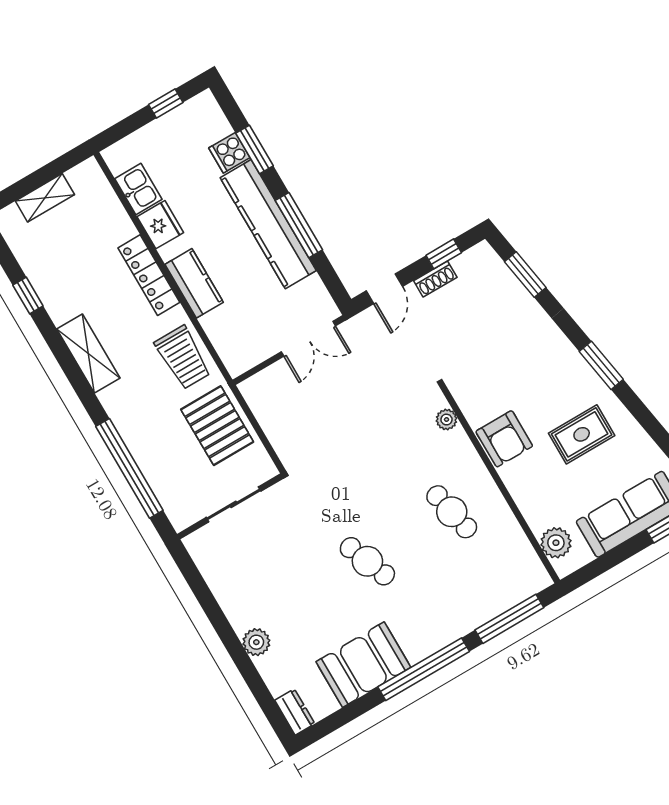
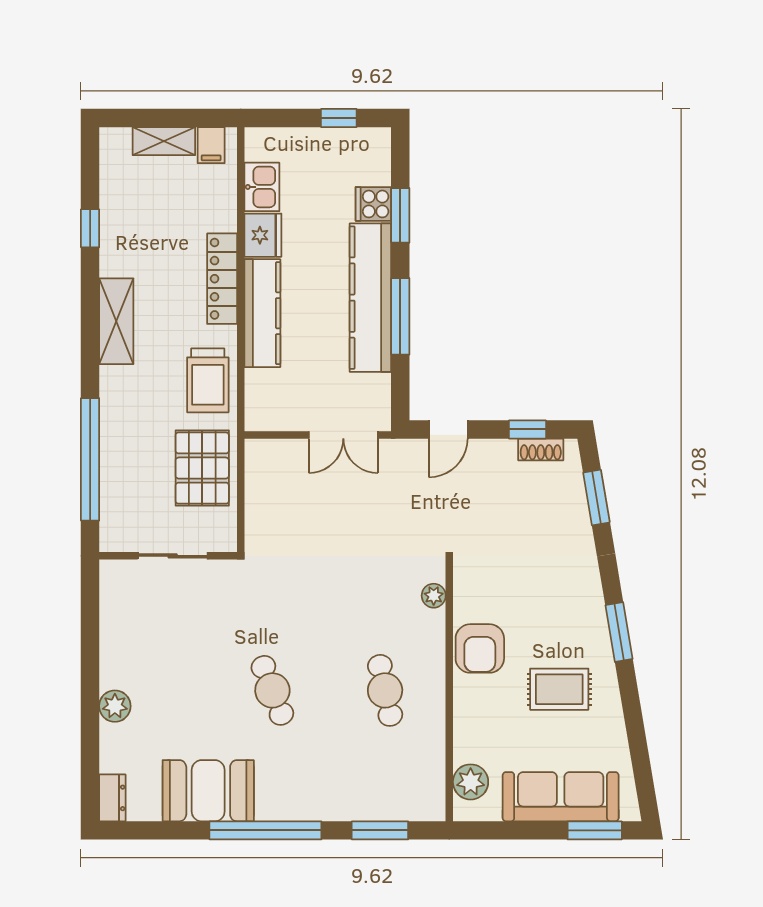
filing cabinet: (82, 180) -> (211, 145), added
shoe rack: (435, 279) -> (541, 449), moved
kitchen counter: (194, 283) -> (262, 313), width x1.50
window: (509, 619) -> (380, 830), width x0.69

